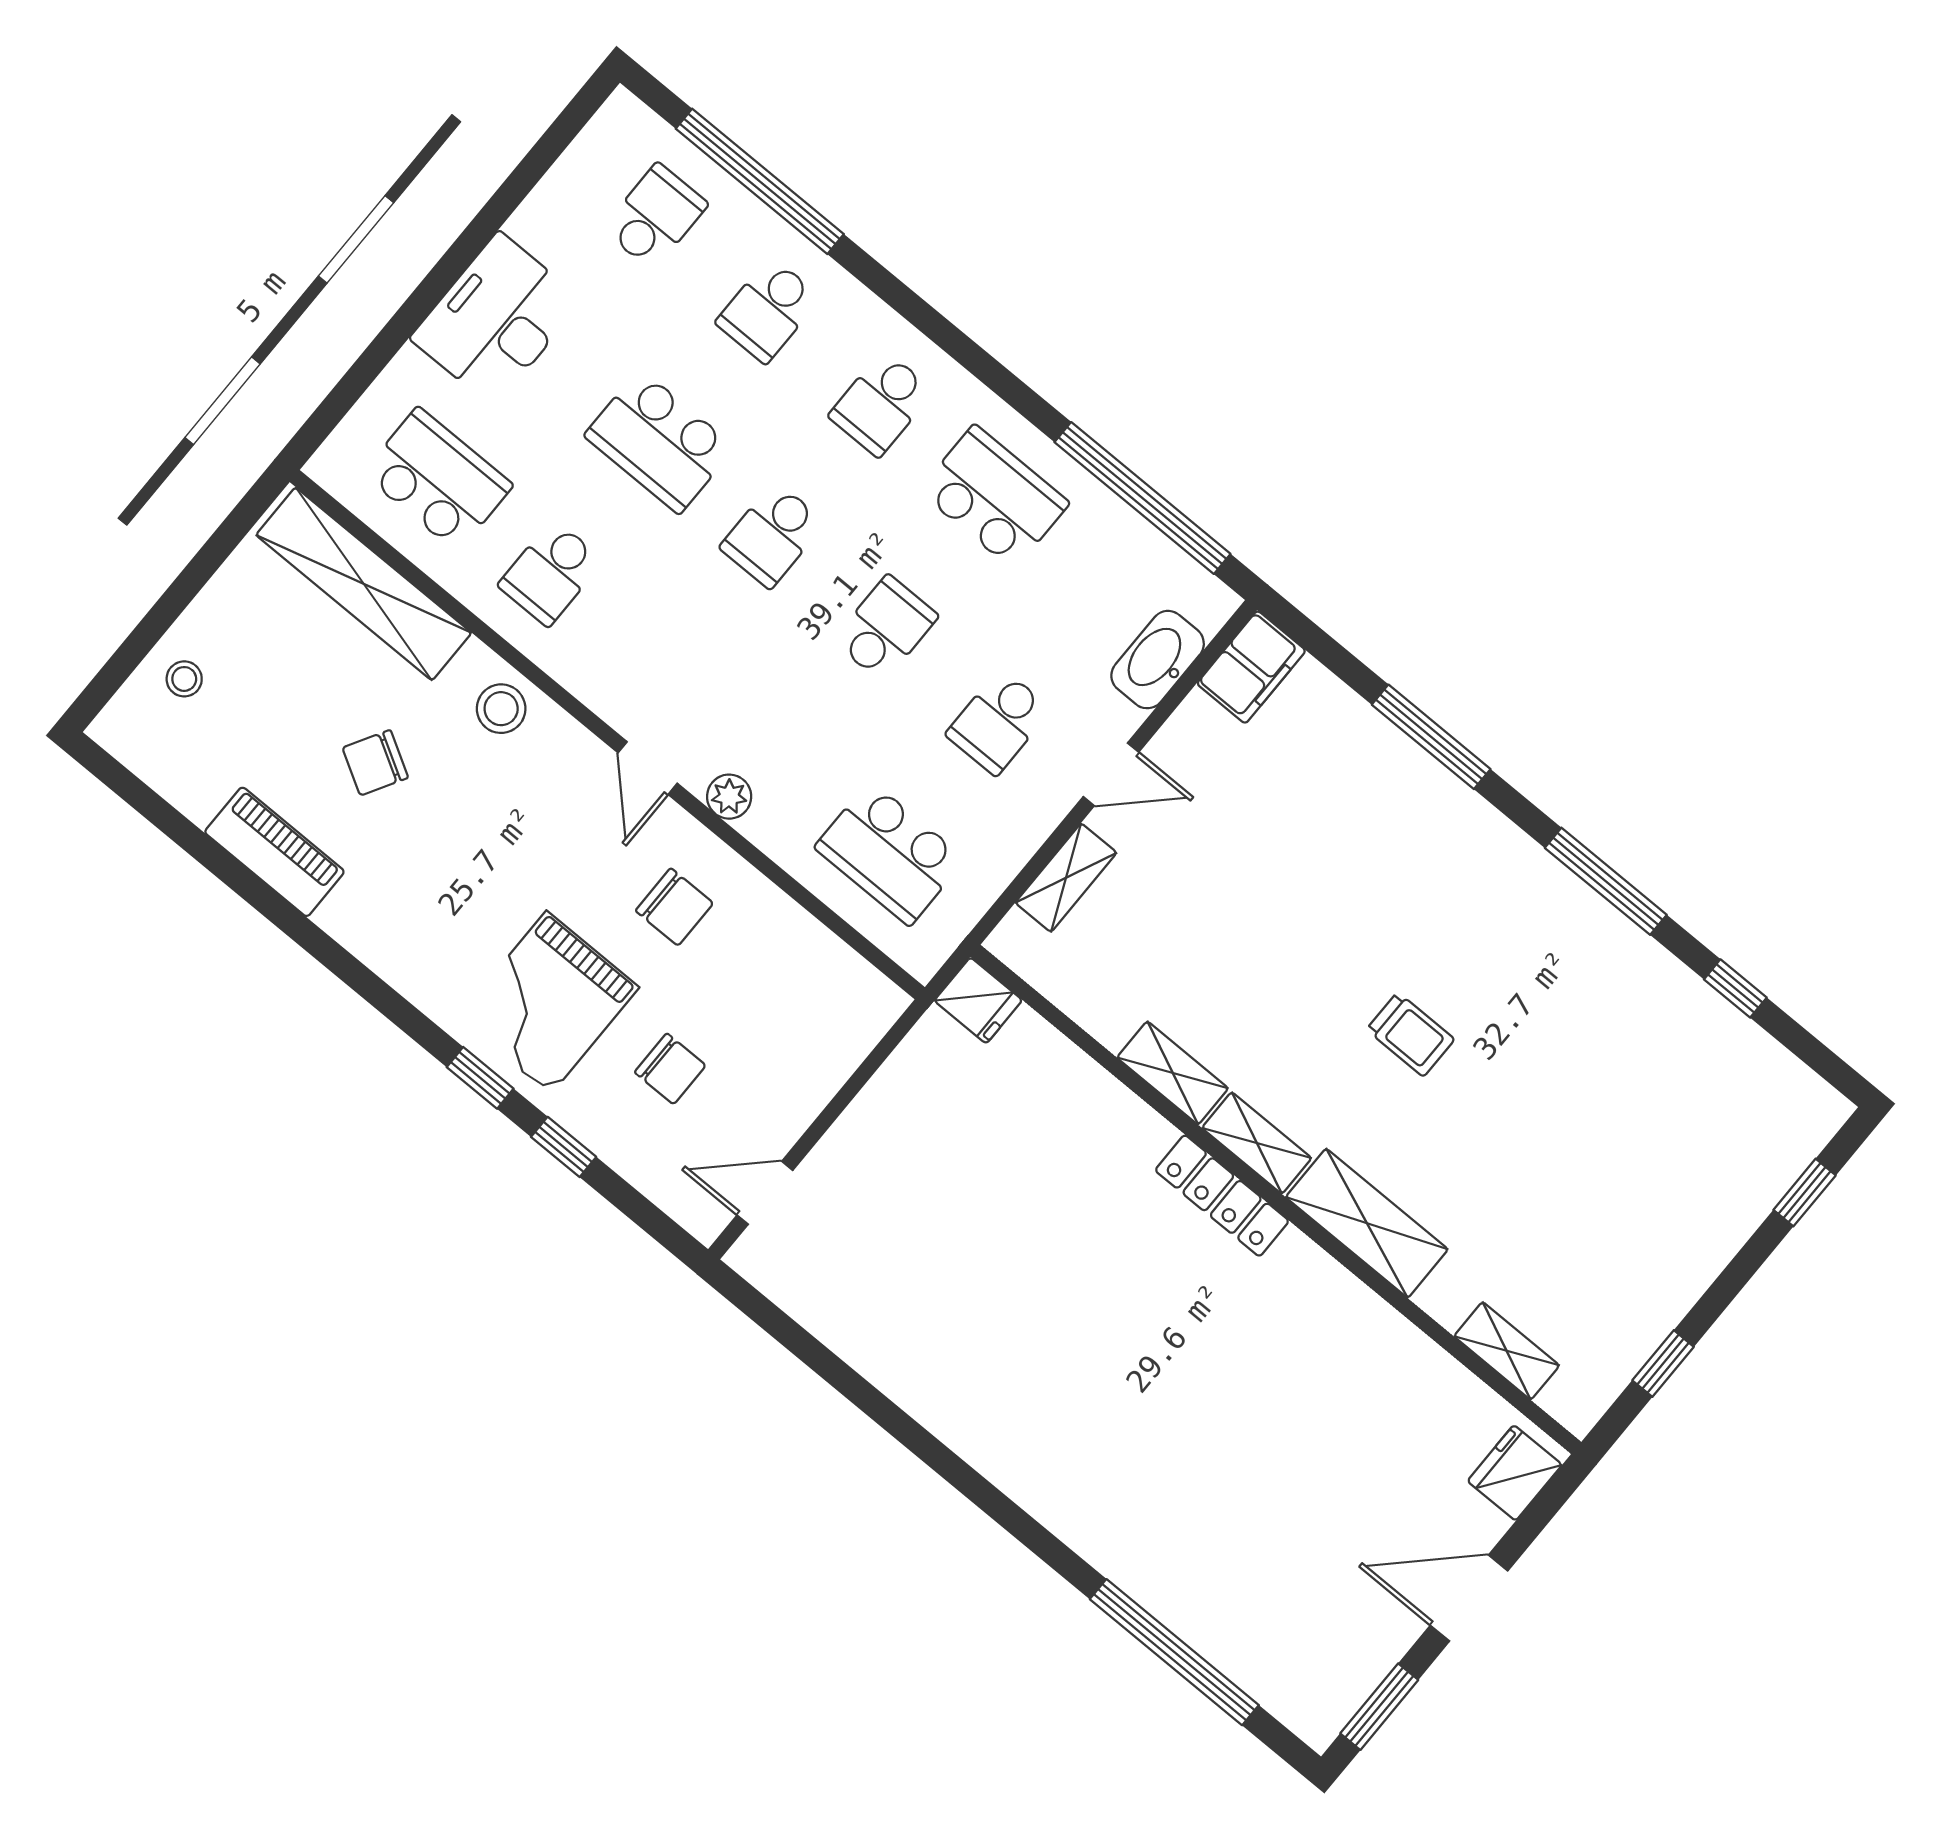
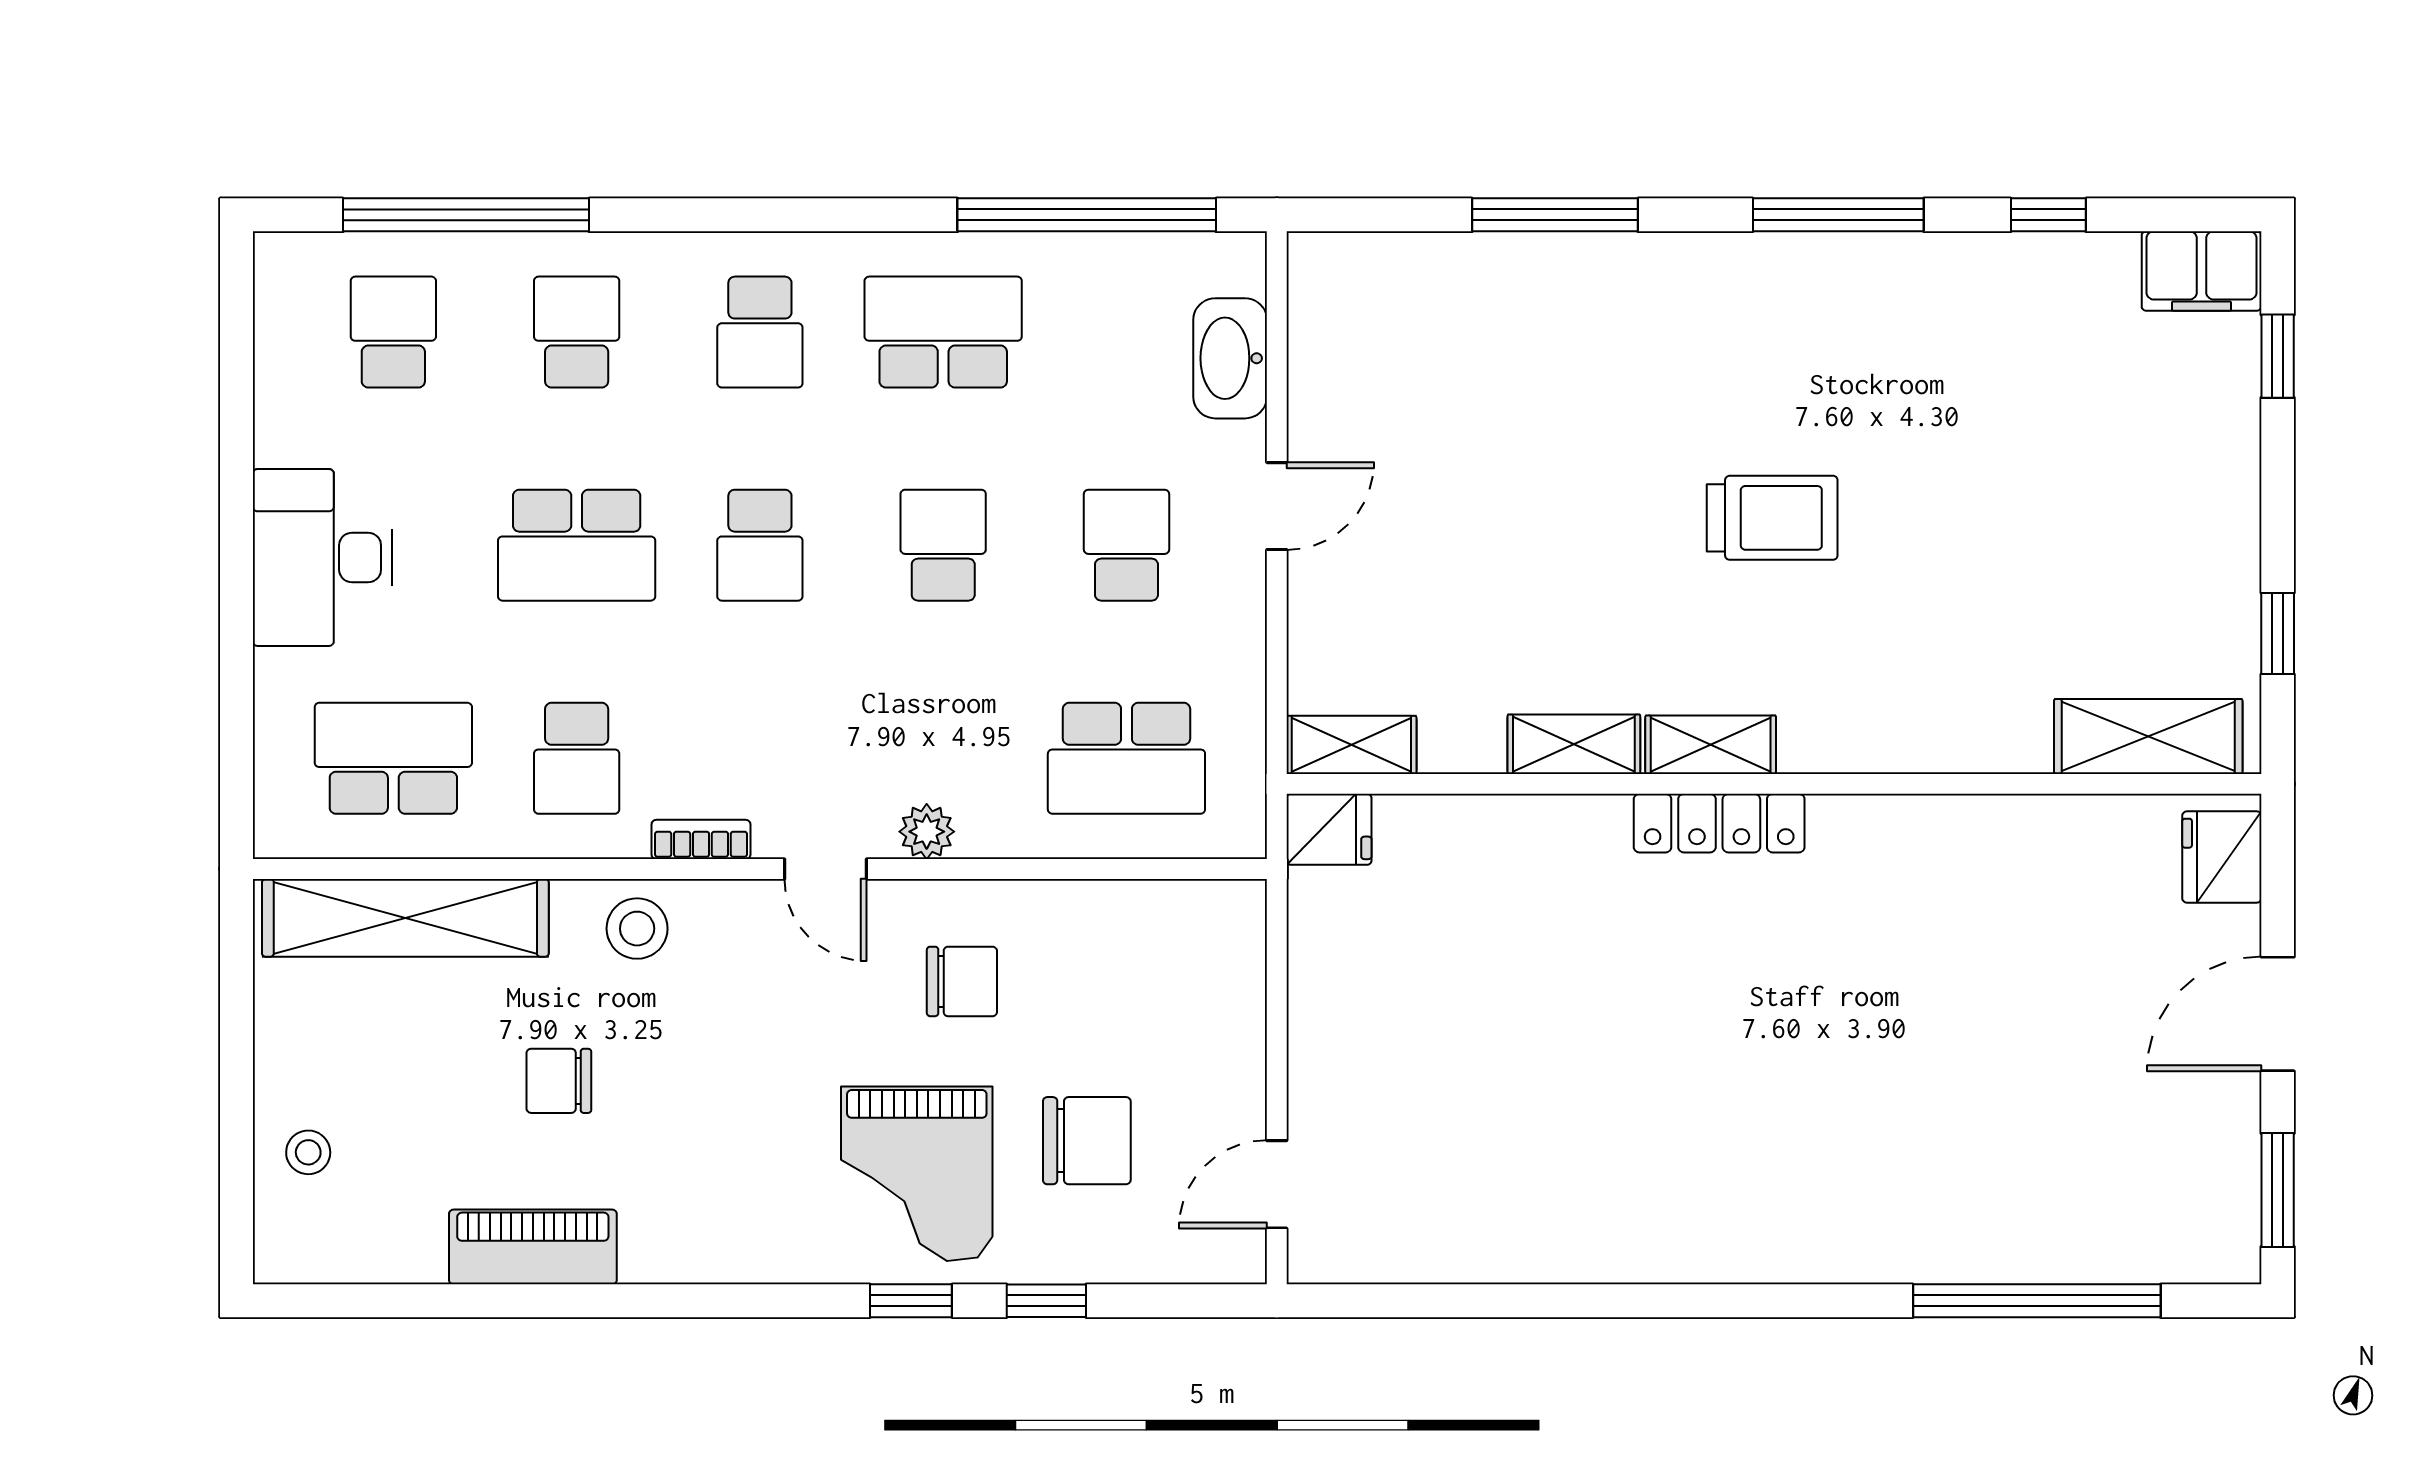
school desk: (768, 310) -> (577, 332), turned 180
filing cabinet: (1251, 667) -> (2202, 271), moved, turned 90
bookcase: (586, 686) -> (701, 839), added
school desk: (998, 722) -> (1126, 545), turned 180
chair: (375, 763) -> (559, 1081), turned 60
shelving: (1066, 878) -> (1351, 745), moved, turned 90
trolley: (1410, 1034) -> (1772, 518), width x1.36, depth x1.39
chair: (670, 1069) -> (1087, 1141), width x1.37, depth x1.37
shelving: (1367, 1223) -> (1881, 734), removed
shelving: (1507, 1351) -> (2148, 736), width x1.50, depth x1.33

